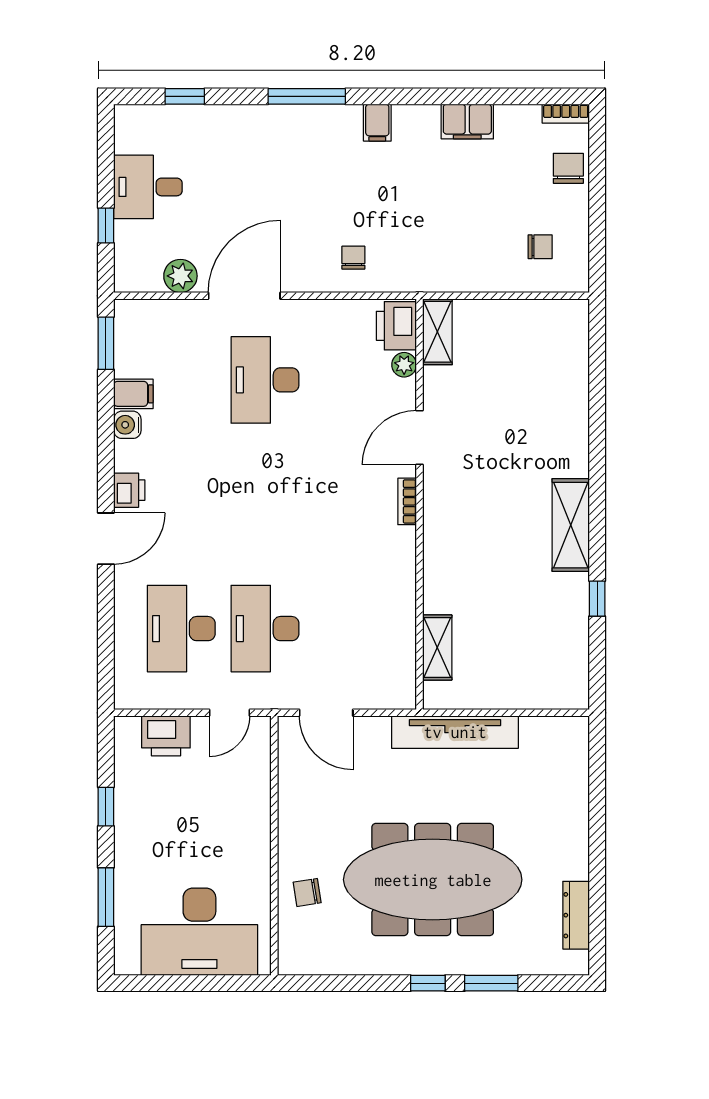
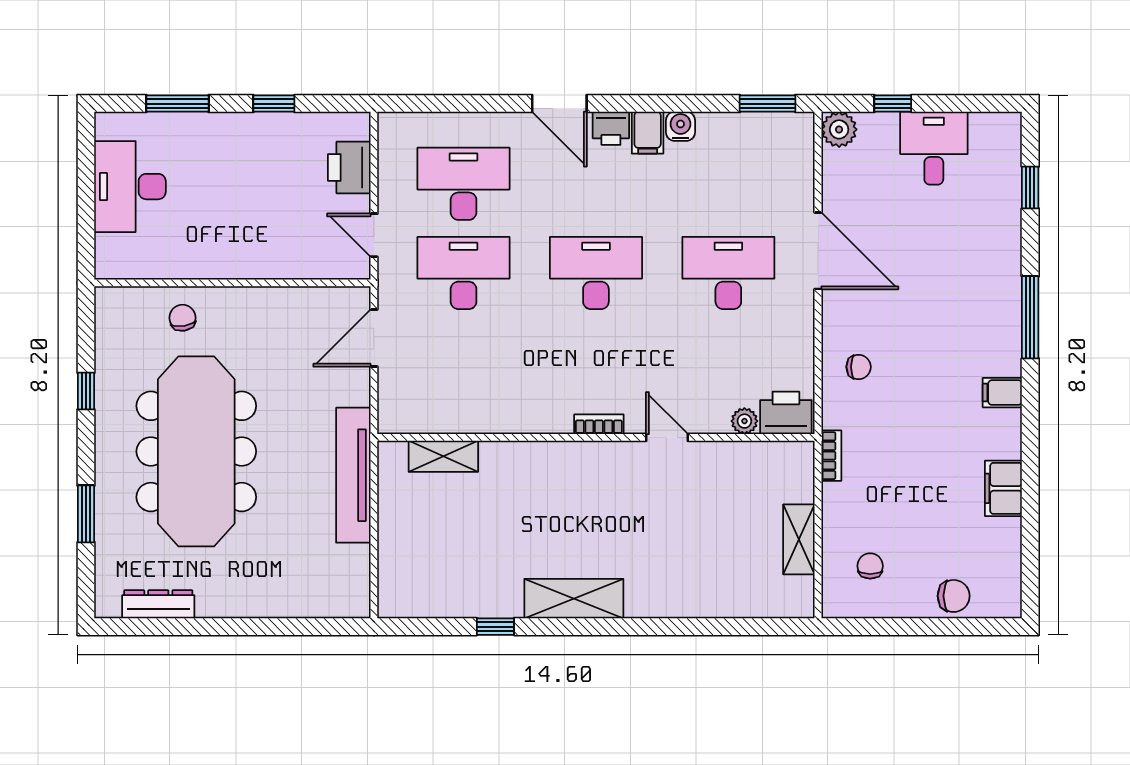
bookcase: (566, 114) -> (831, 456), moved, turned 180
chair: (540, 247) -> (870, 566), turned 180
plant: (180, 276) -> (839, 129), moved
shelving: (437, 332) -> (799, 539), moved, turned 90
filing cabinet: (133, 394) -> (648, 133), moved
door: (419, 438) -> (667, 437), width x0.73
desk: (265, 504) -> (596, 273), added
desk: (199, 932) -> (130, 187), width x0.73, depth x0.77
window: (428, 983) -> (86, 391), moved

